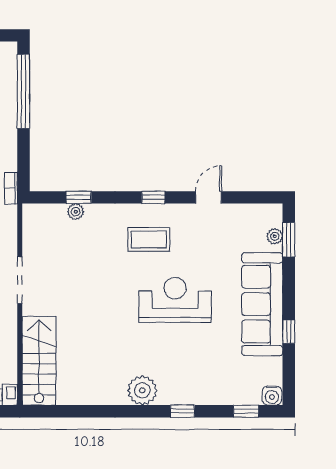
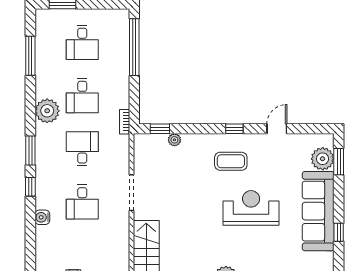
window: (79, 197) -> (160, 129), moved
plant: (275, 236) -> (323, 159), width x1.88, depth x1.88

